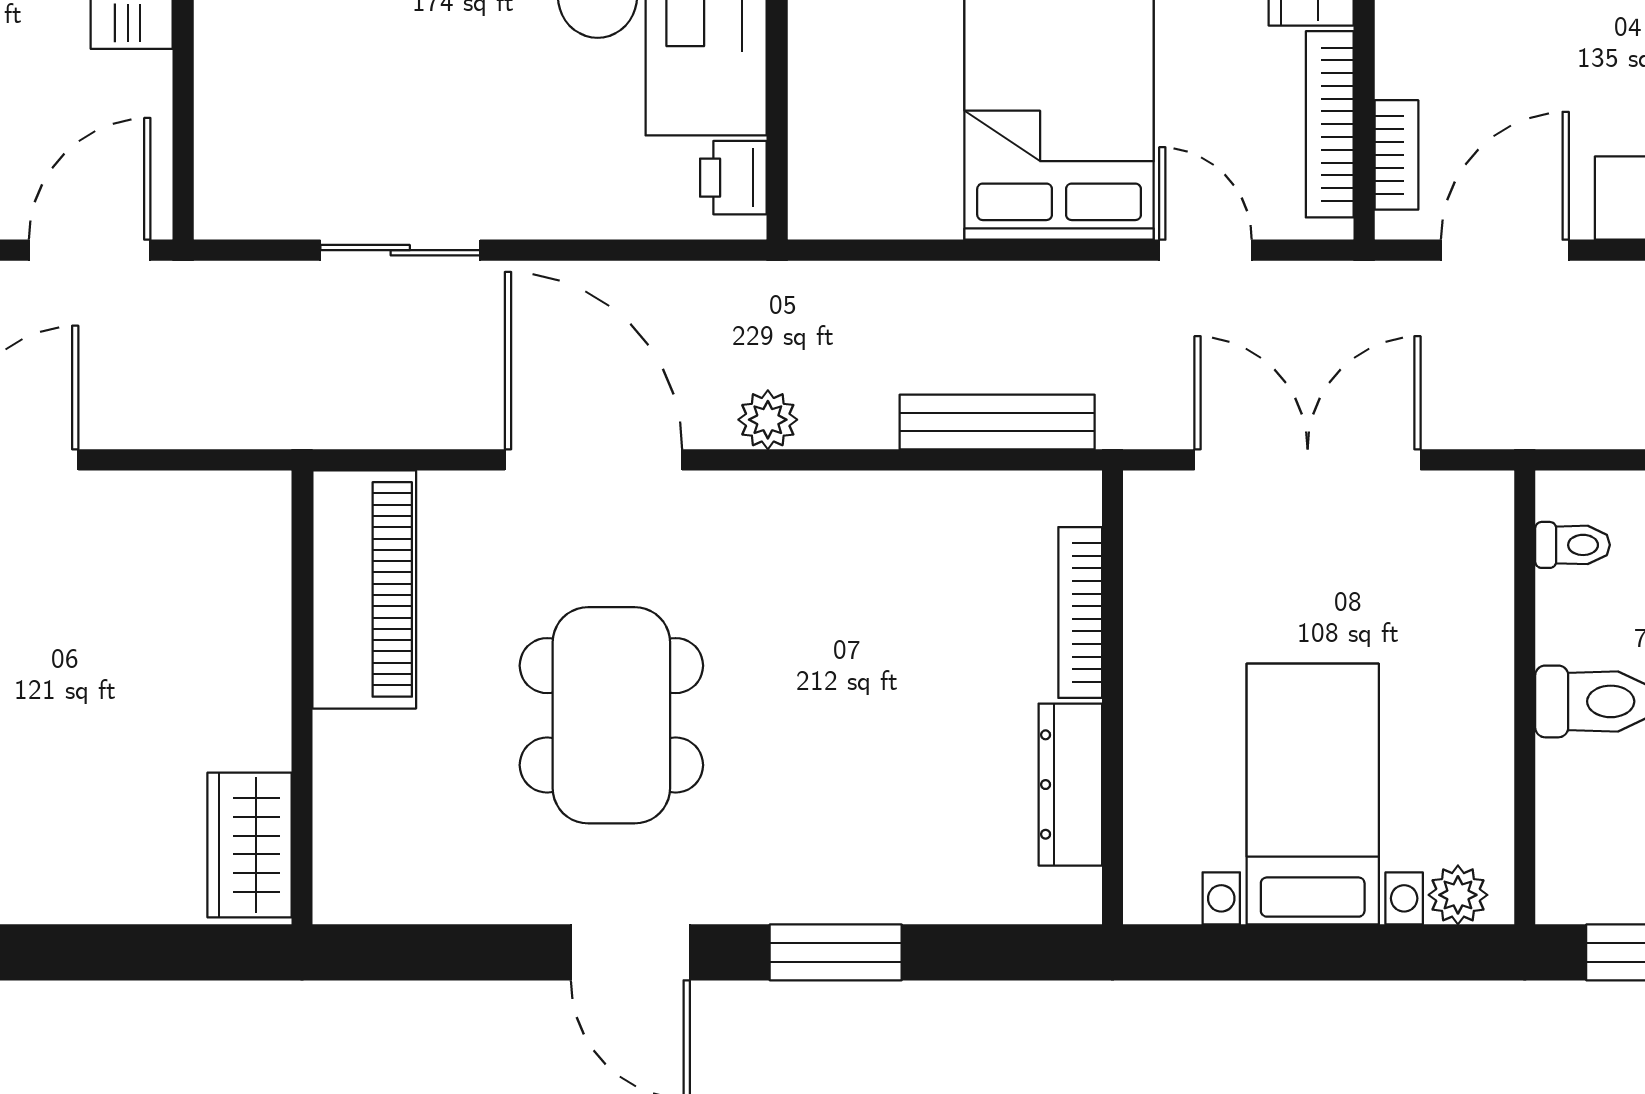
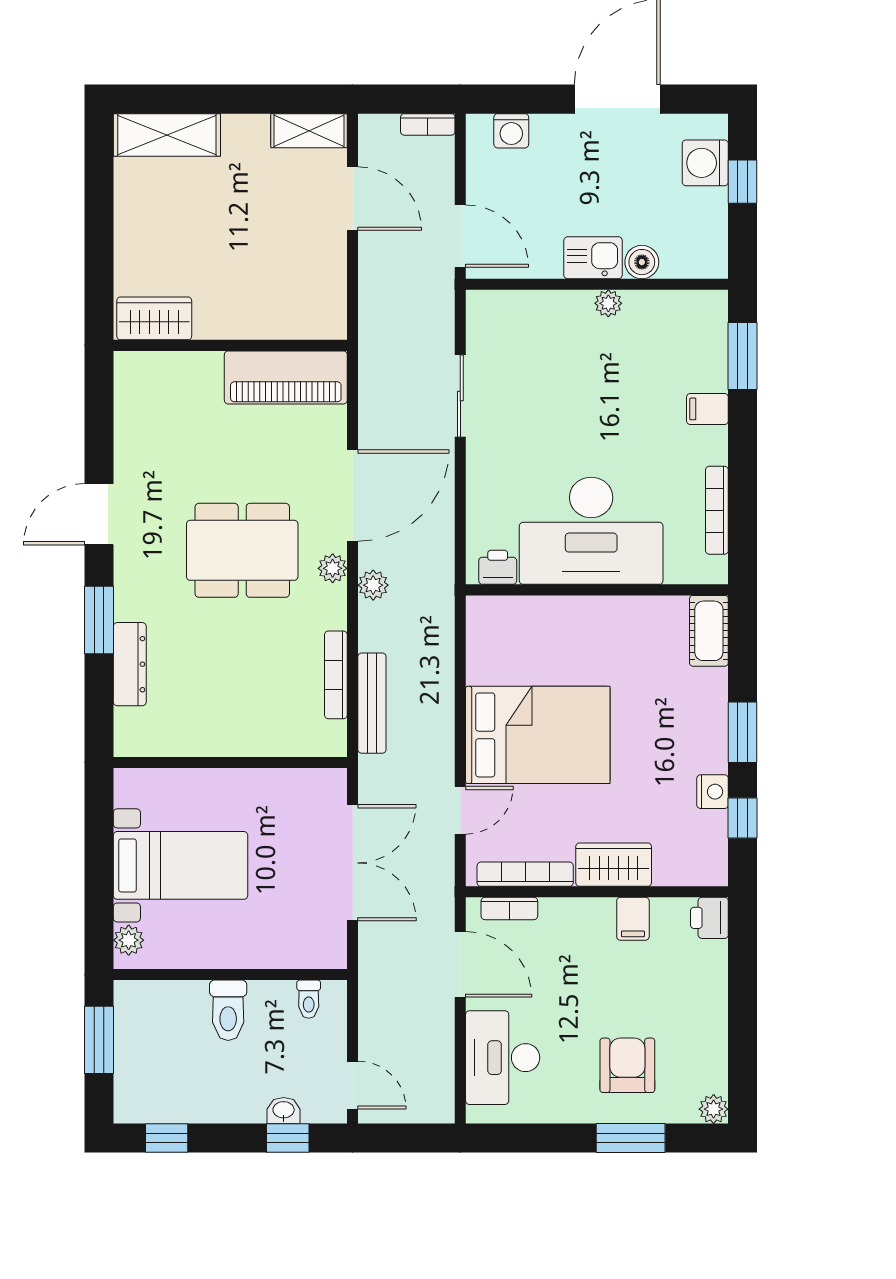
plant: (735, 499) -> (333, 568), added
bookcase: (1080, 613) -> (336, 675), moved, turned -90
dining table: (611, 715) -> (242, 550), moved
dresser: (1070, 785) -> (130, 664), moved, turned 90

